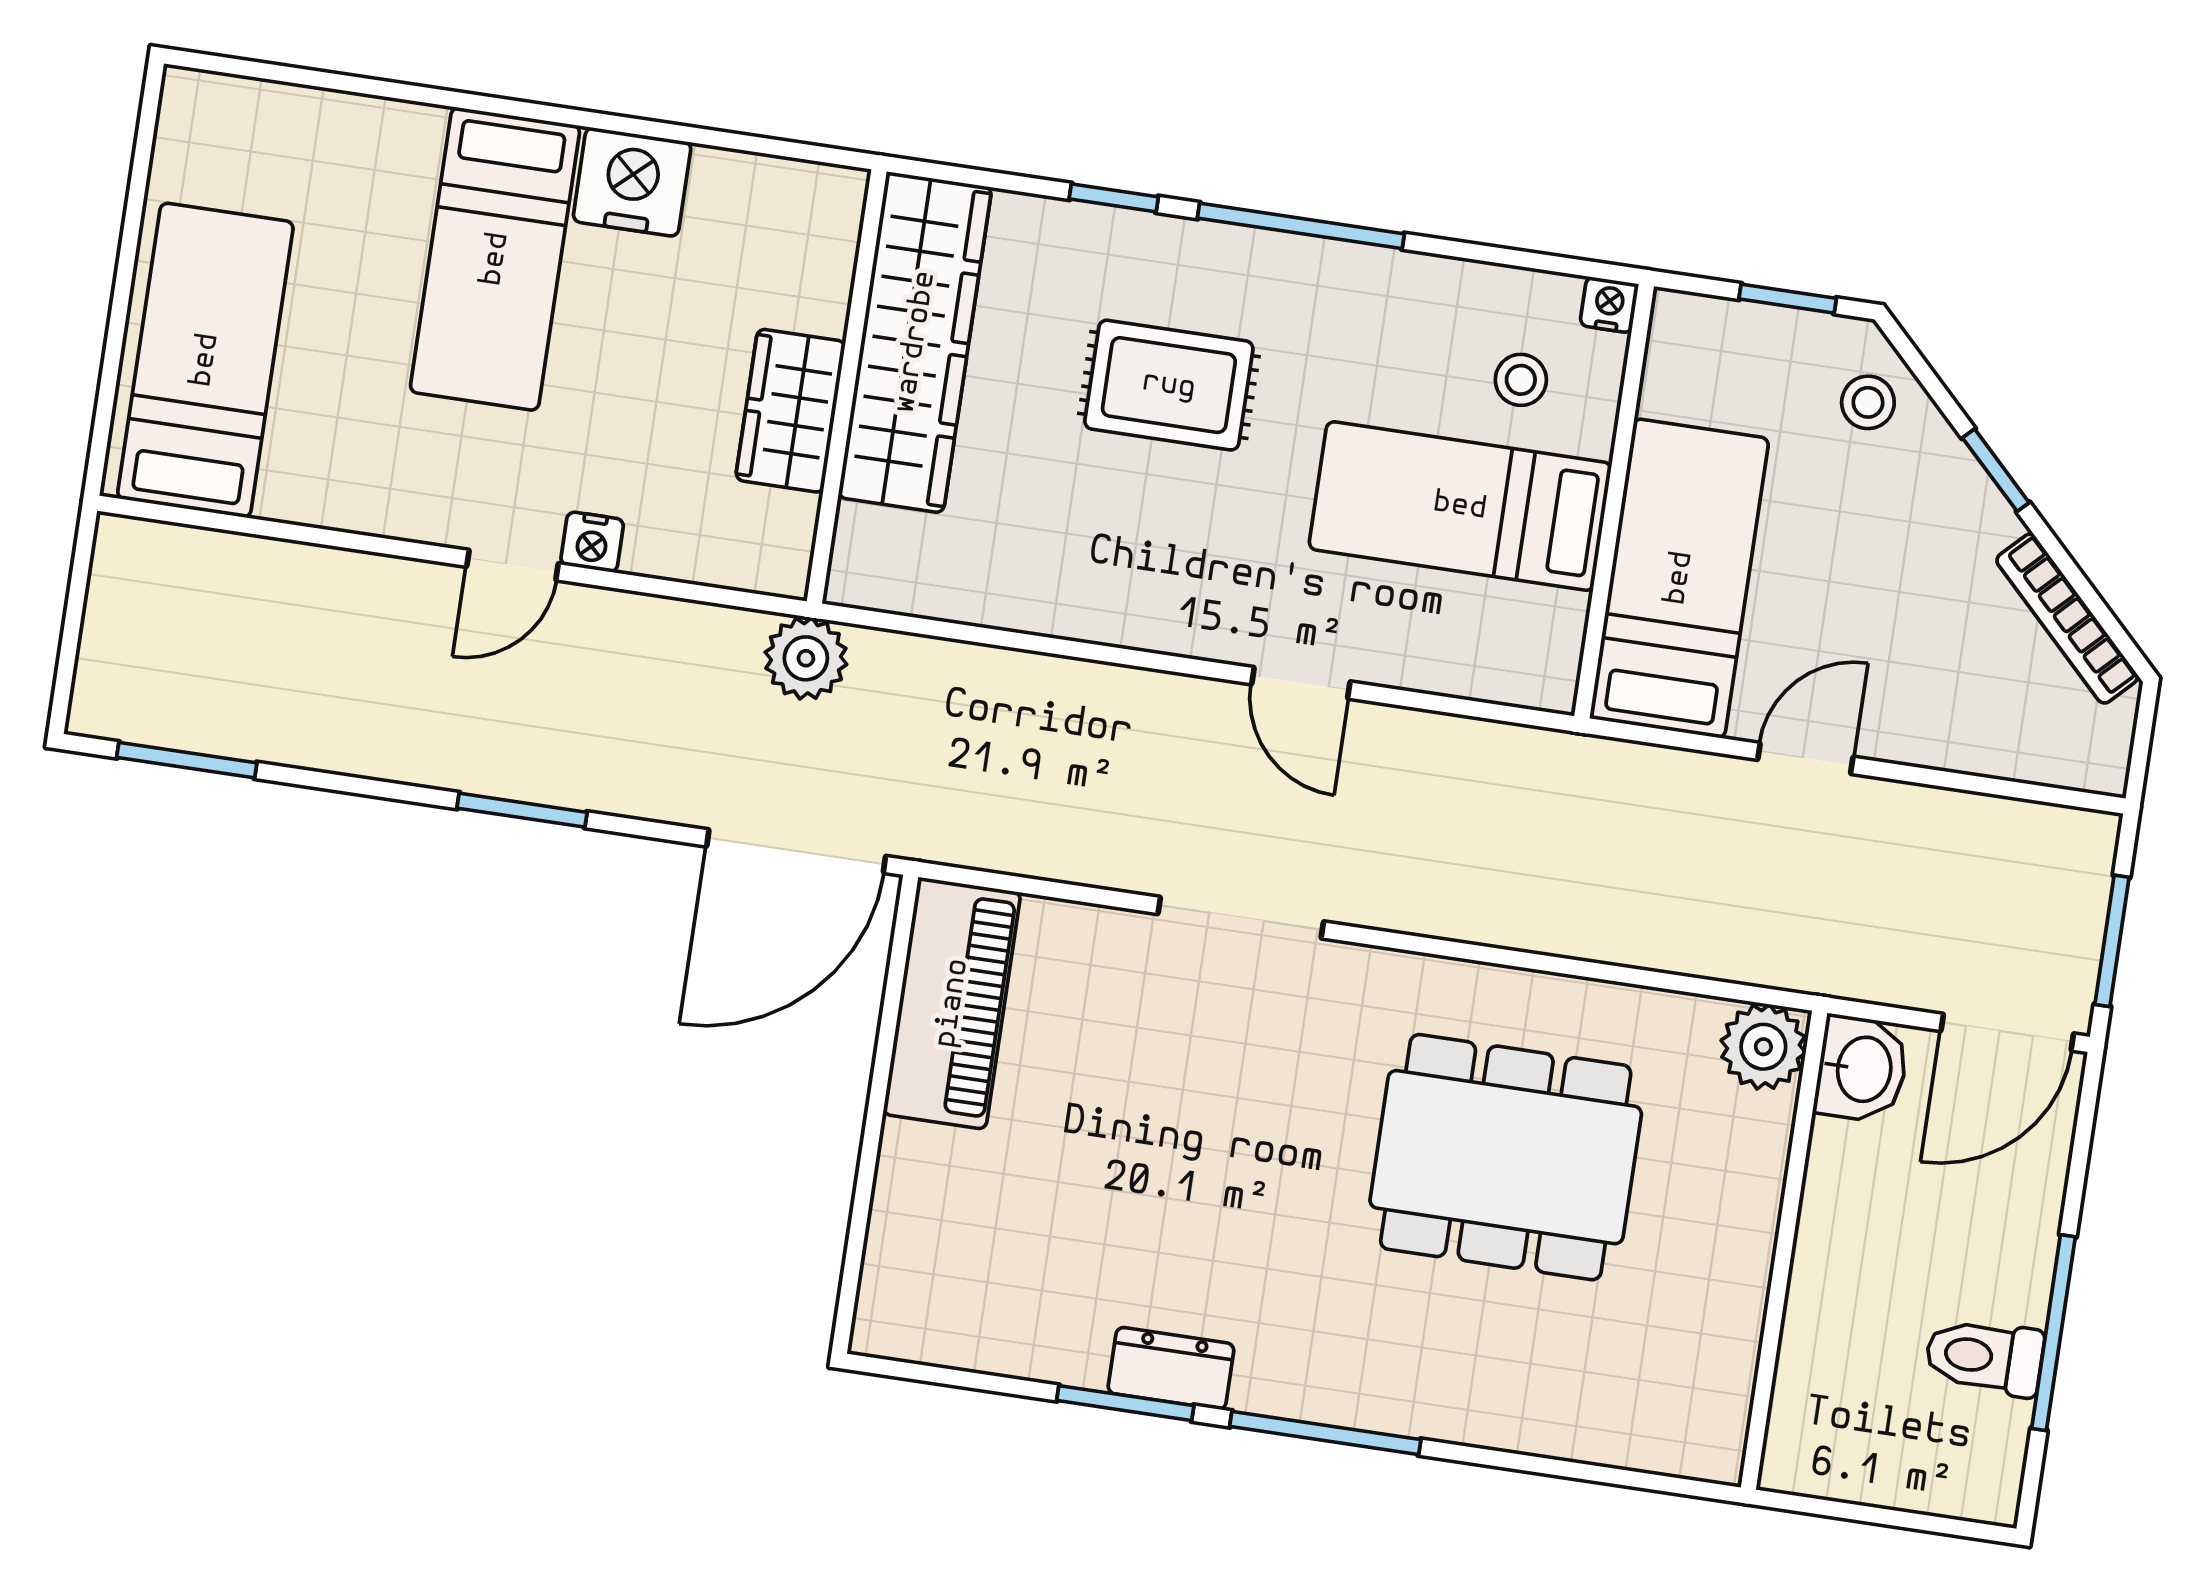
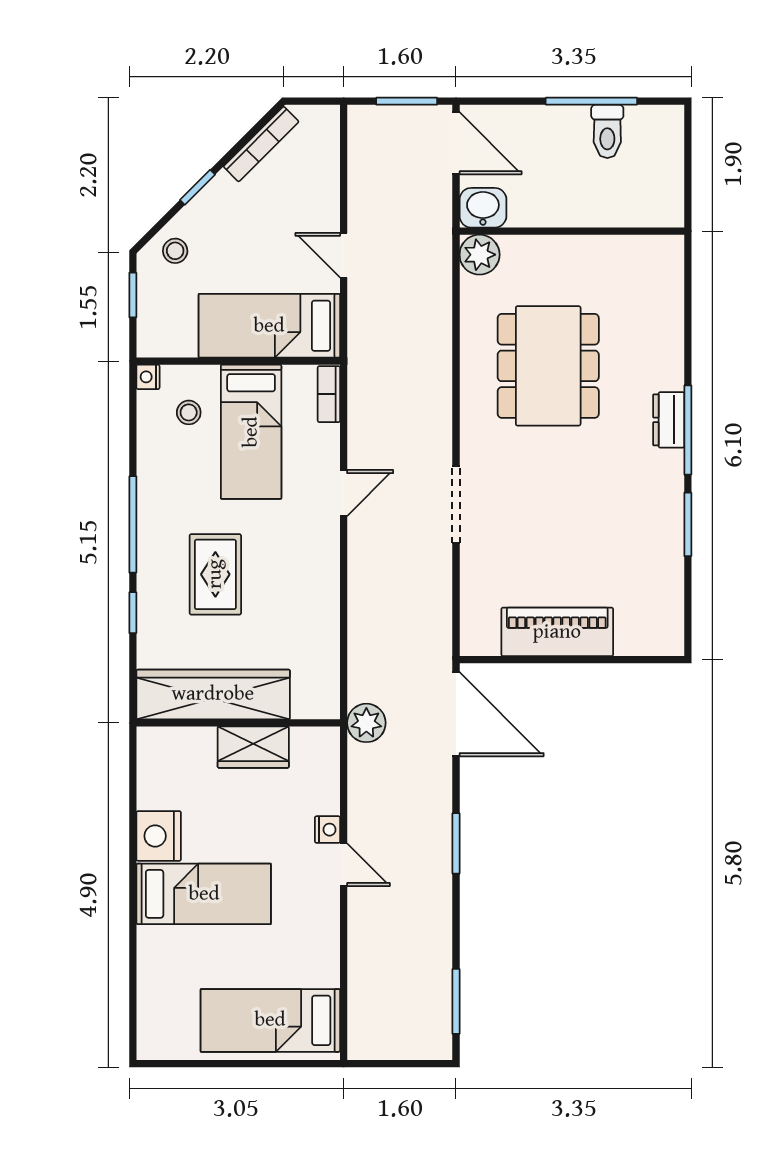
bookcase: (1515, 683) -> (329, 394), added
piano: (952, 1003) -> (557, 632), moved
dresser: (1171, 1368) -> (669, 420), moved

